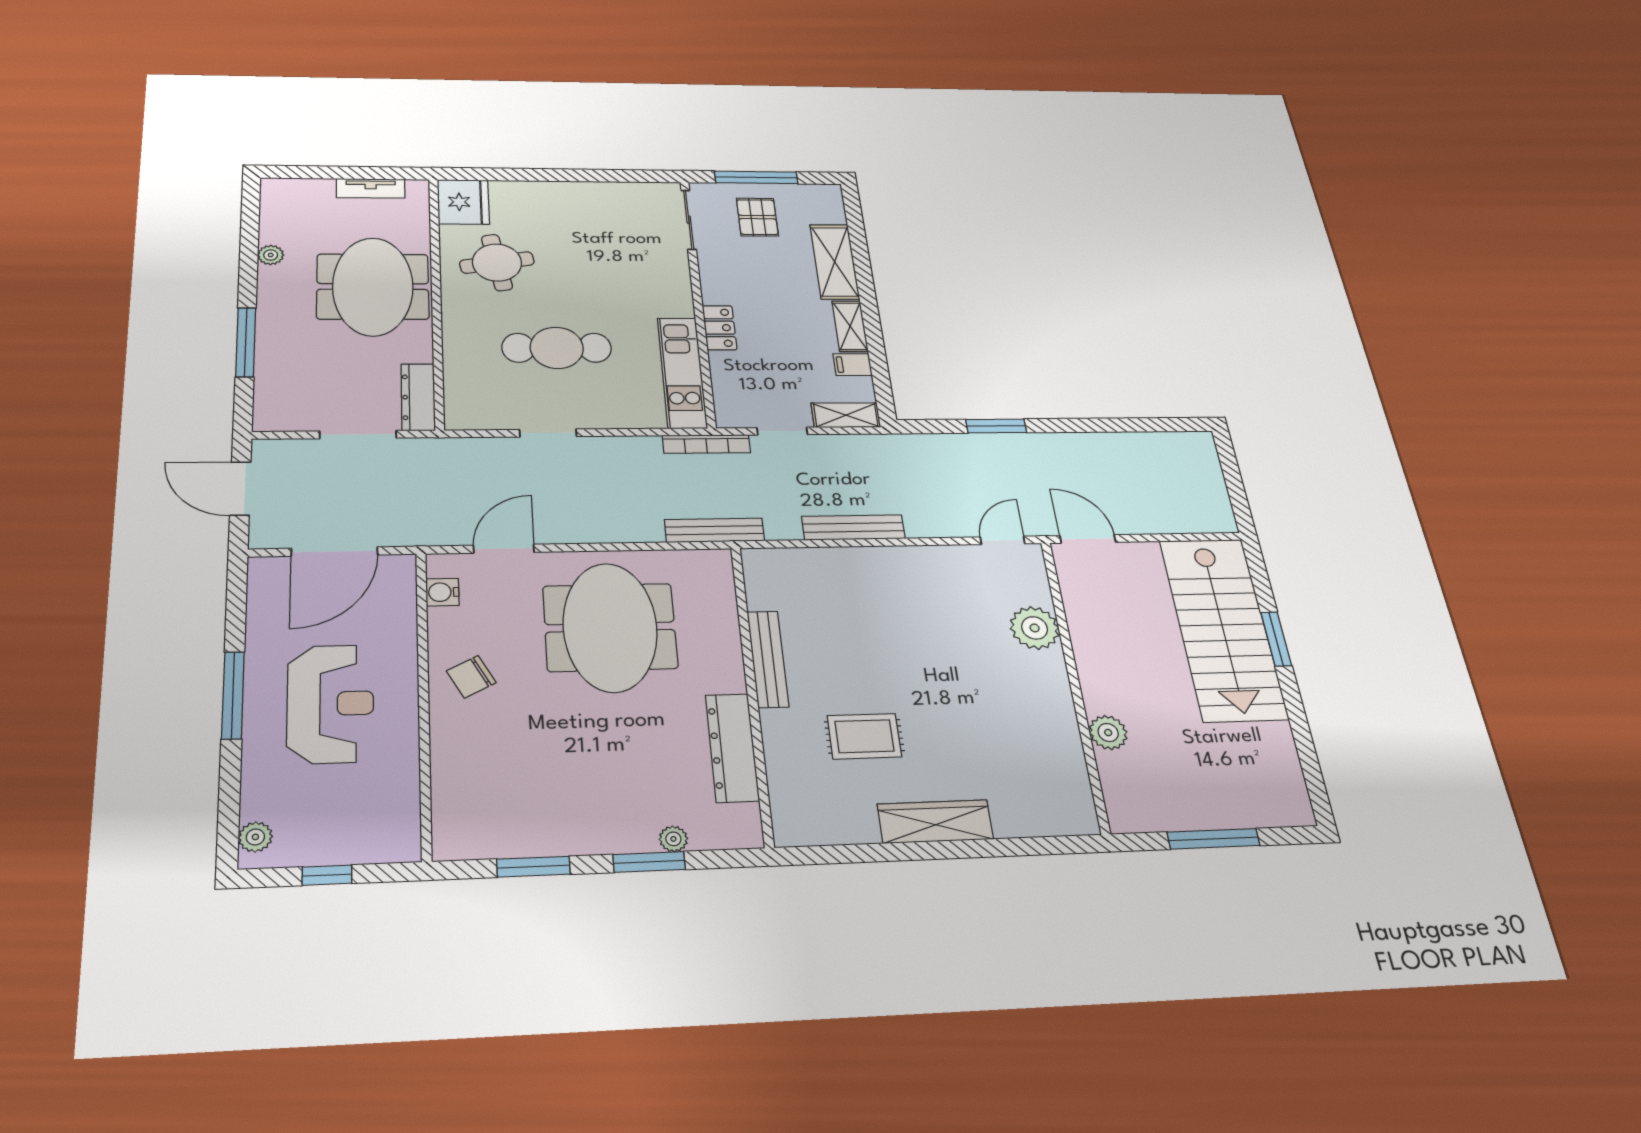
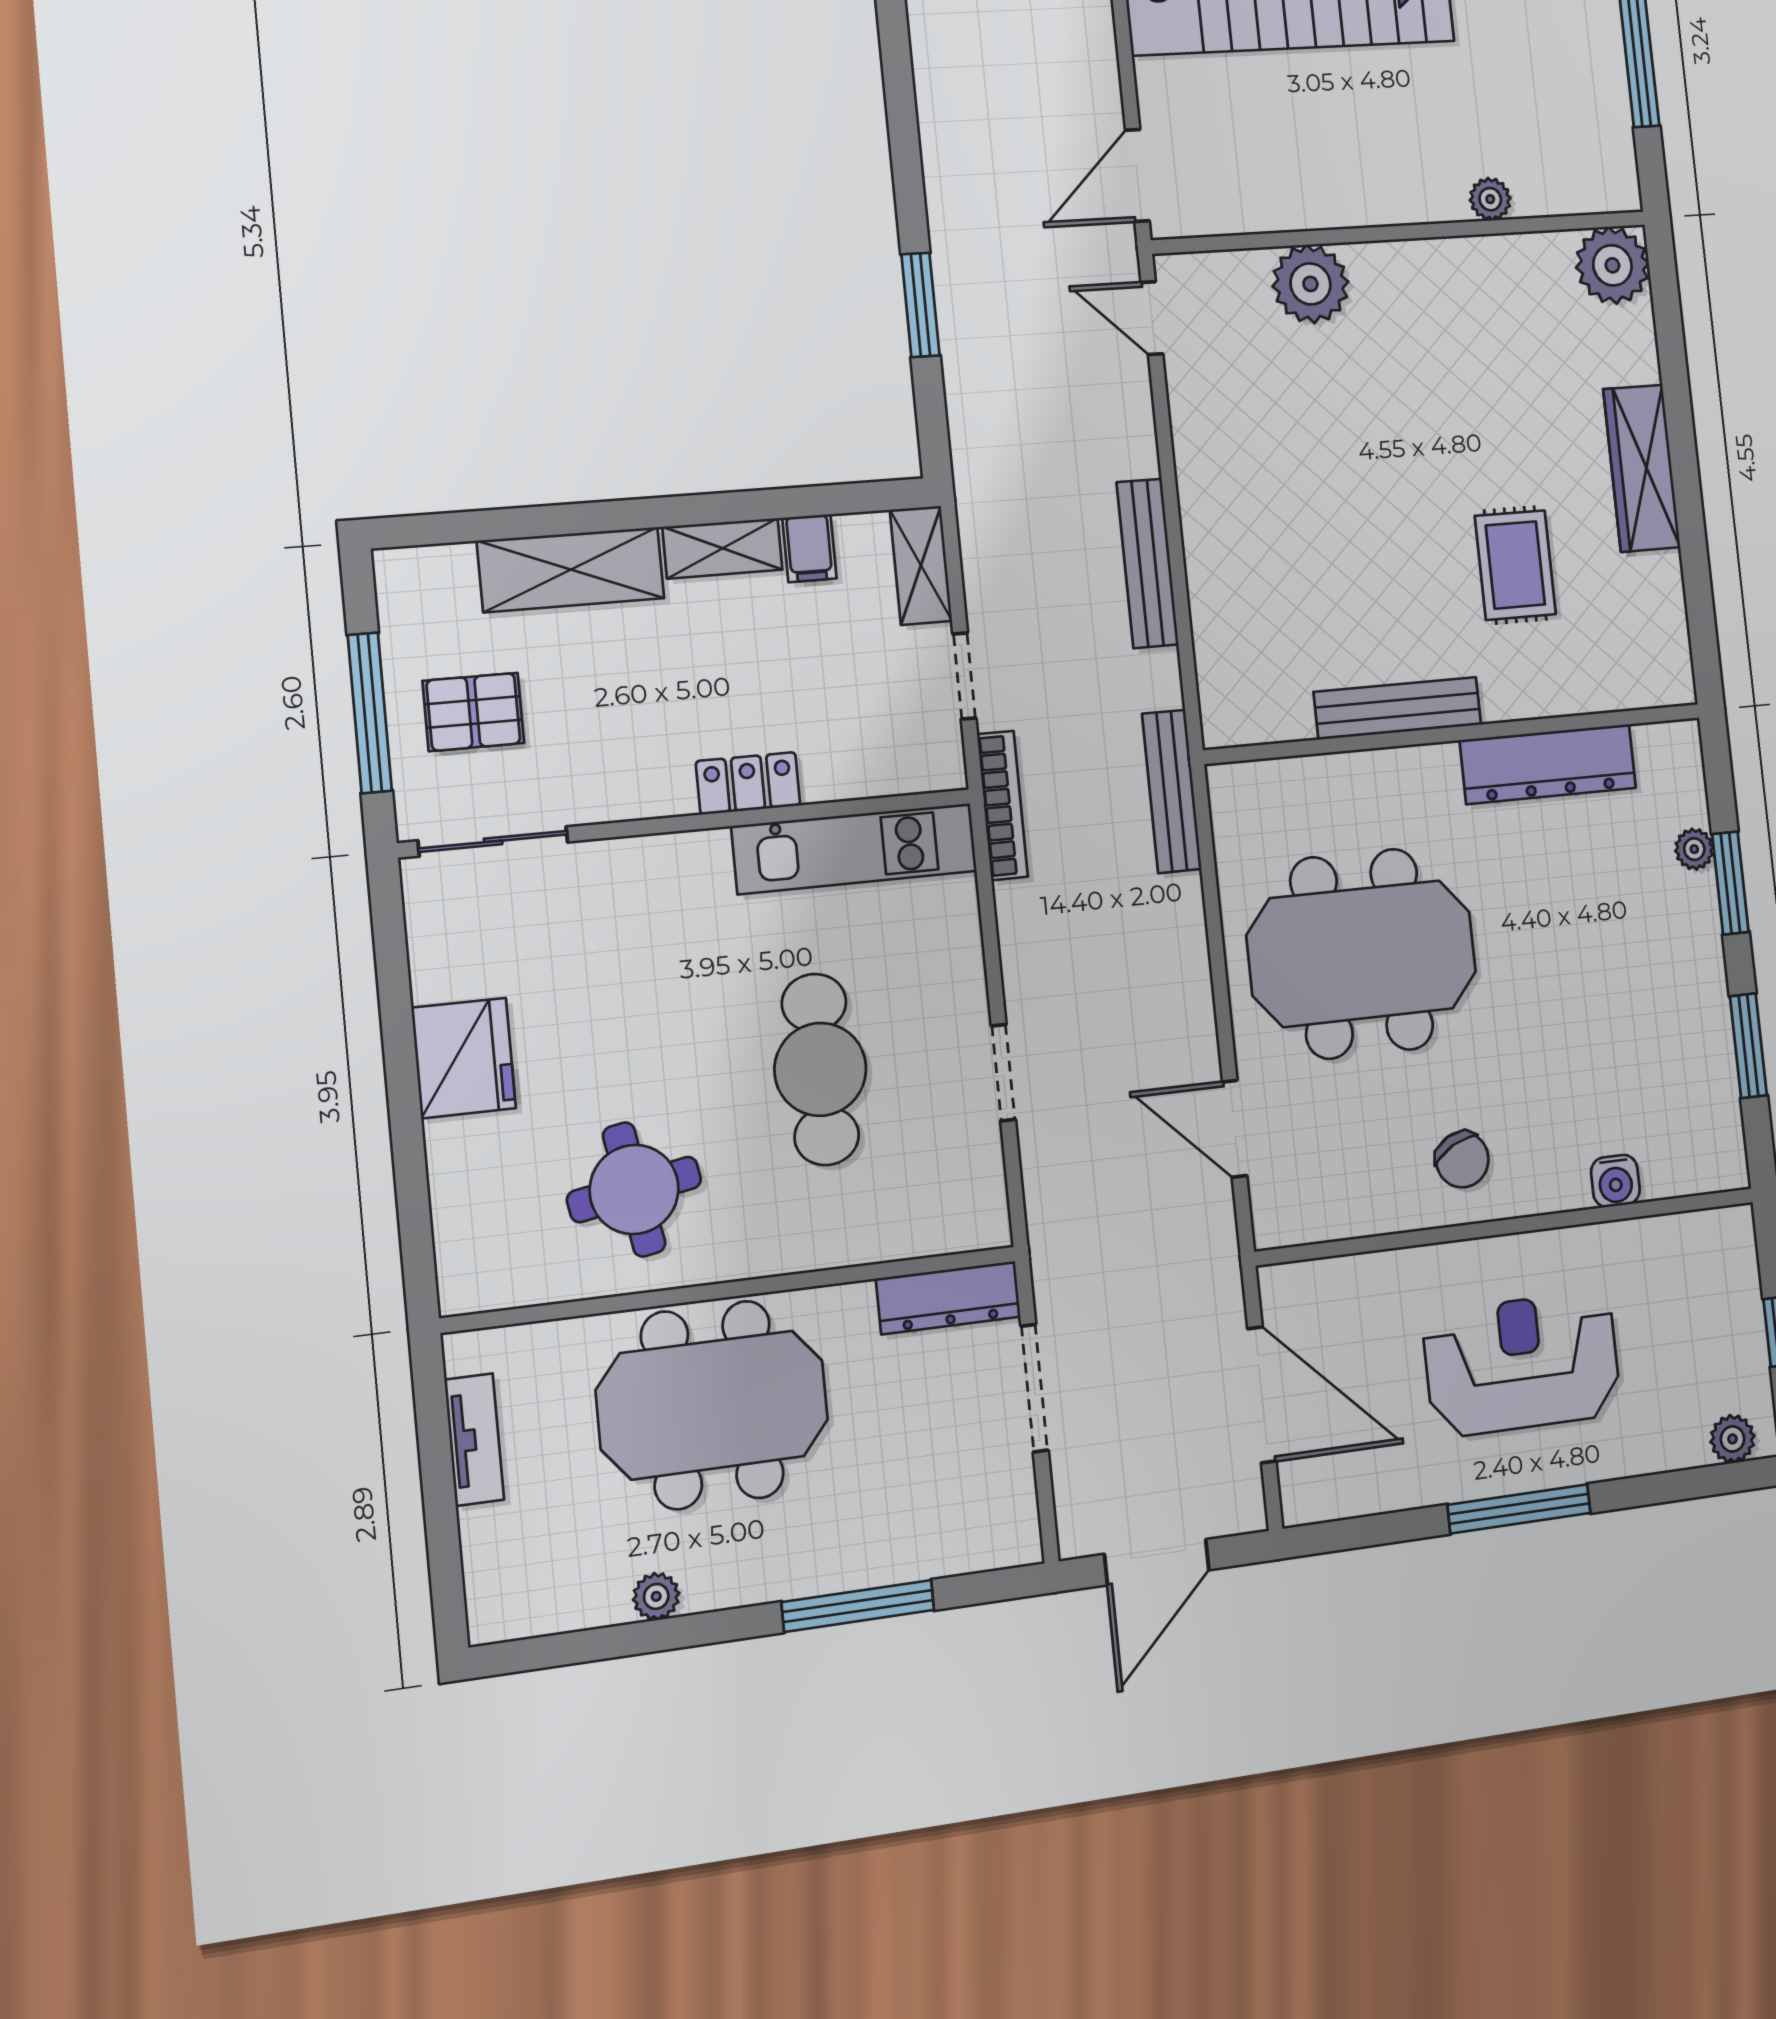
fridge: (463, 202) -> (464, 1058), moved, turned 90
water cooler: (442, 592) -> (1615, 1181), moved
plant: (1108, 733) -> (1490, 199), width x0.73, depth x0.73
plant: (1071, 812) -> (1612, 265), added

